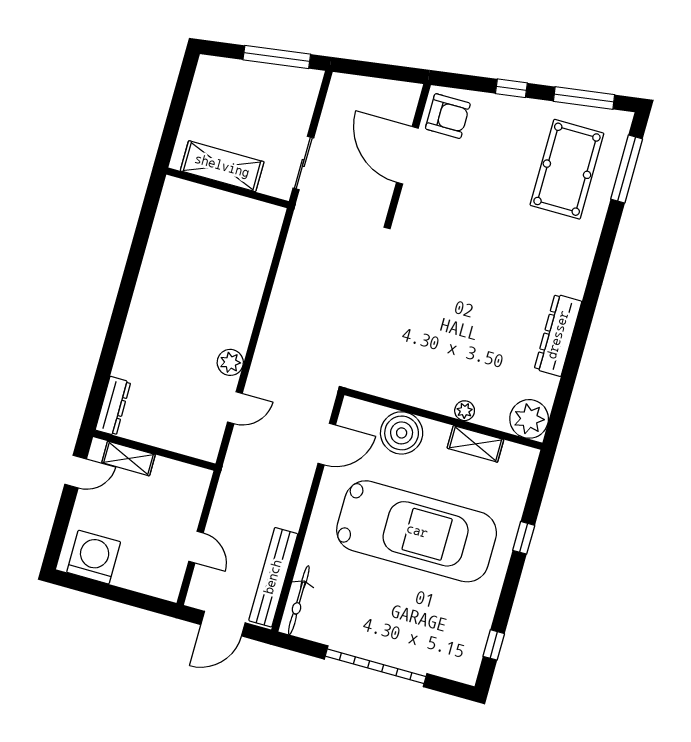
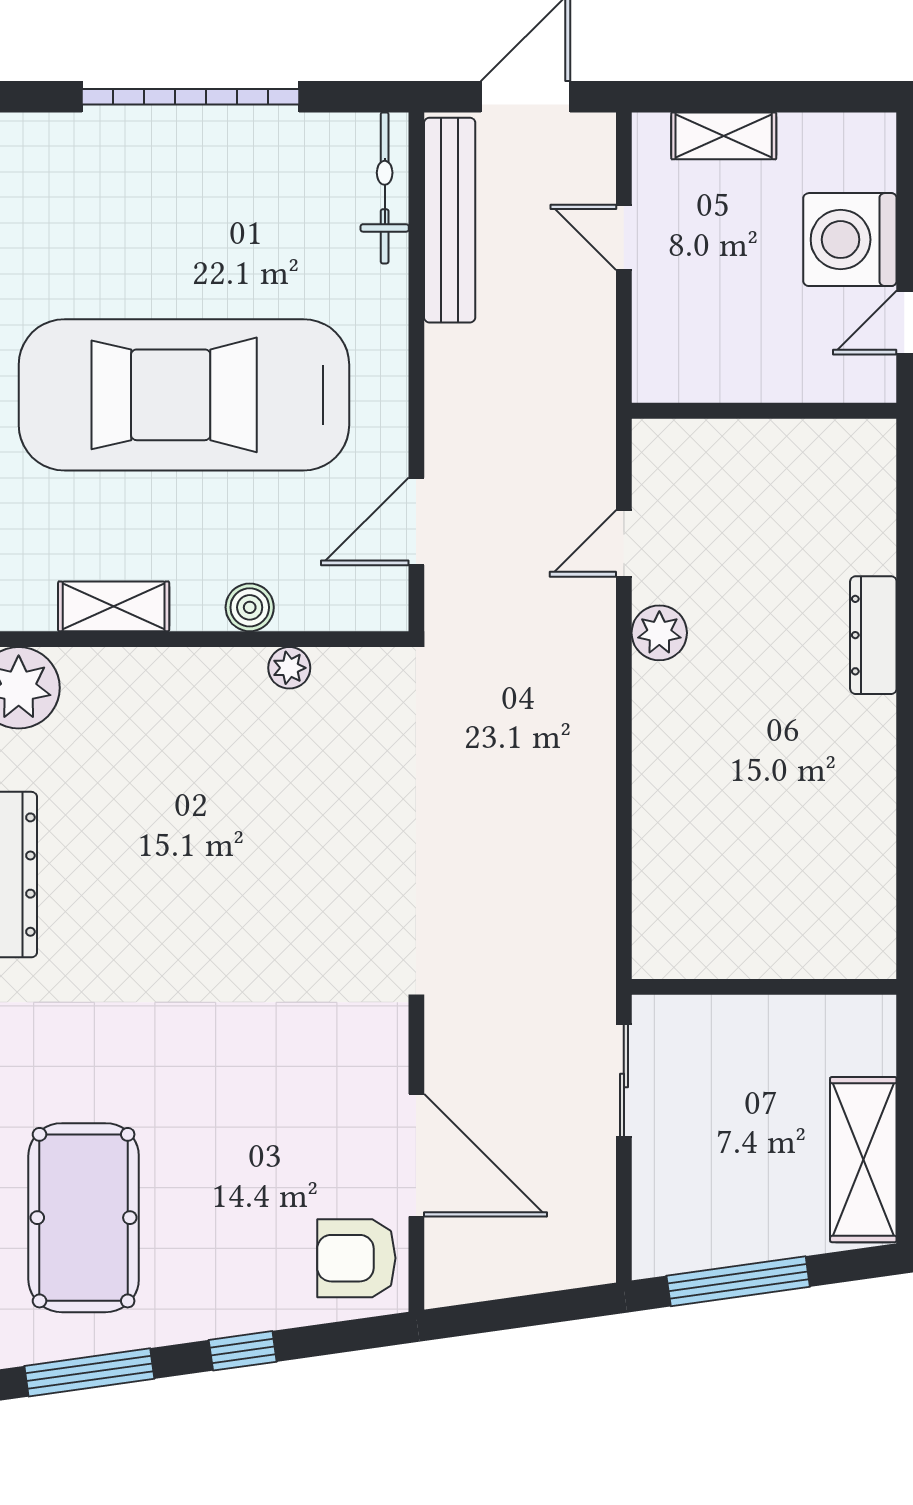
shelving: (222, 166) -> (863, 1160), moved, turned 90
dresser: (113, 406) -> (873, 635), moved
plant: (465, 411) -> (289, 668), moved
boiler: (402, 433) -> (250, 607), width x0.54, depth x0.54
shelving: (129, 459) -> (724, 136), moved
washing machine: (94, 557) -> (850, 240), moved, turned 90

